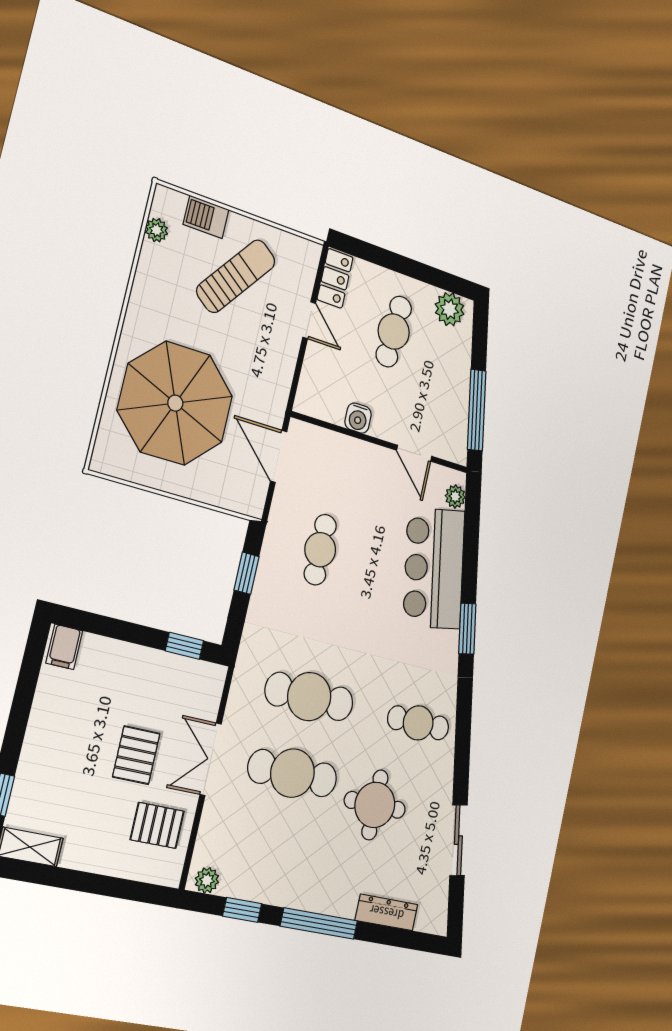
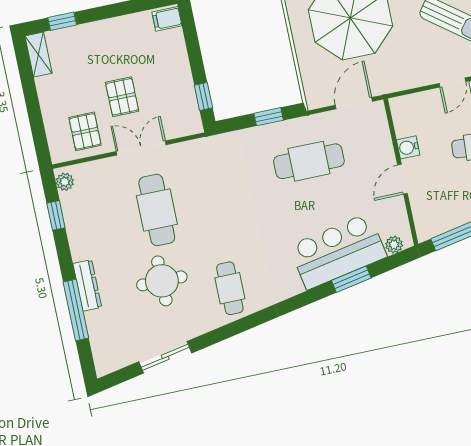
door: (414, 453) -> (402, 179), moved
cafe table: (320, 550) -> (309, 161), width x1.37, depth x1.35
window: (467, 629) -> (351, 279), moved
cafe table: (309, 697) -> (211, 199), removed
pallet: (136, 755) -> (122, 97), turned 90
dresser: (387, 912) -> (87, 285), moved
window: (319, 924) -> (76, 310), moved

